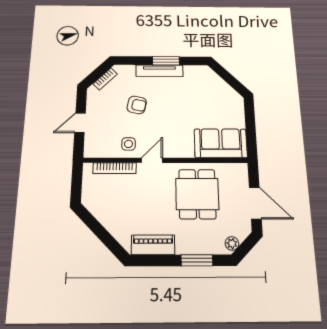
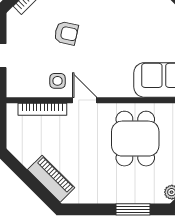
door: (152, 160) -> (85, 100), hinge flipped
piano: (153, 245) -> (51, 179), moved, turned 45

